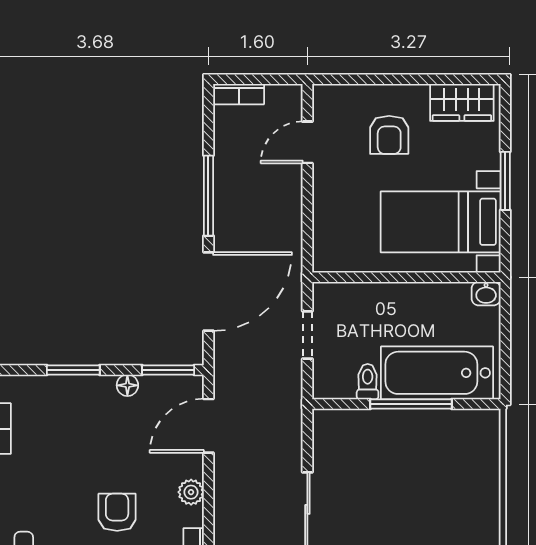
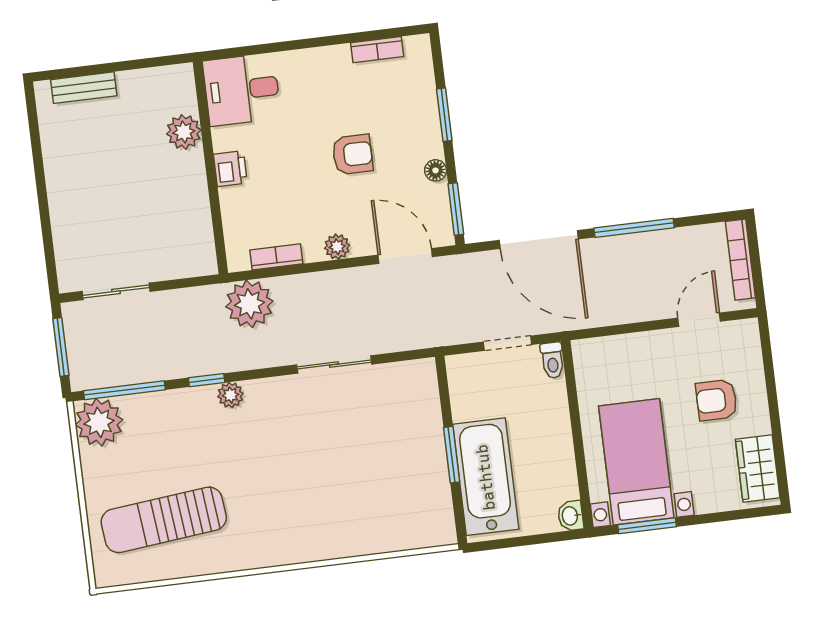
bookcase: (239, 94) -> (740, 260), width x1.56
door: (307, 142) -> (699, 320), hinge flipped
window: (505, 181) -> (647, 526), moved
toilet: (368, 382) -> (552, 360), moved, turned 90
window: (411, 404) -> (452, 455), width x0.69
armchair: (117, 512) -> (352, 154), moved

